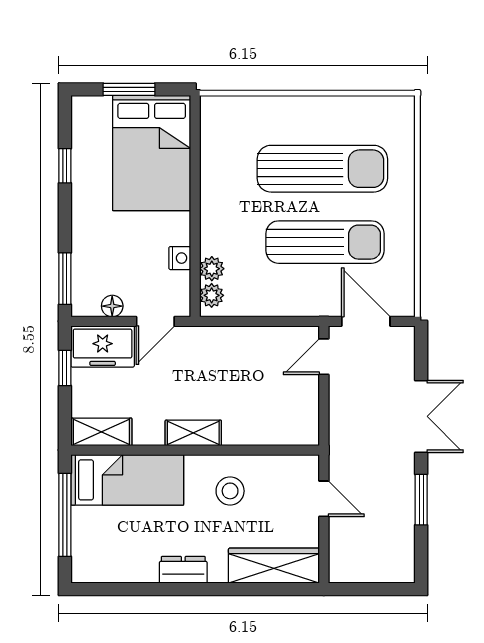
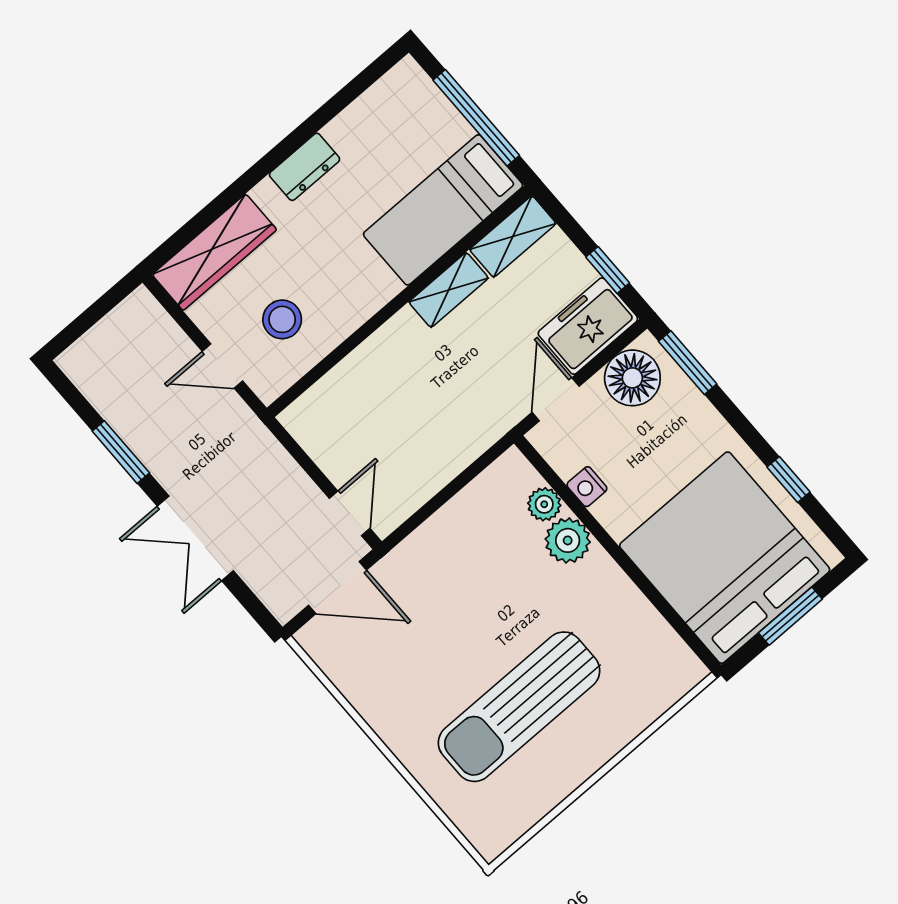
bed: (152, 153) -> (725, 558), width x1.36
sun lounger: (325, 242) -> (451, 633), removed
plant: (212, 295) -> (568, 540), moved, width x1.38, depth x1.38
floor lamp: (112, 306) -> (632, 378), width x1.89, depth x1.89
shelving: (193, 433) -> (449, 290), moved
stool: (230, 491) -> (282, 319), moved

